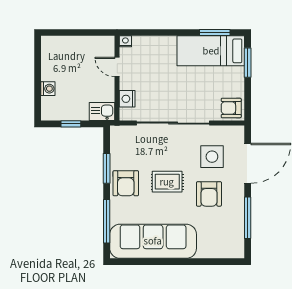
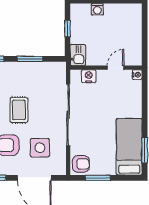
window: (248, 63) -> (98, 178), moved
armchair: (231, 108) -> (81, 164), turned 90
armchair: (126, 183) -> (17, 75), removed

